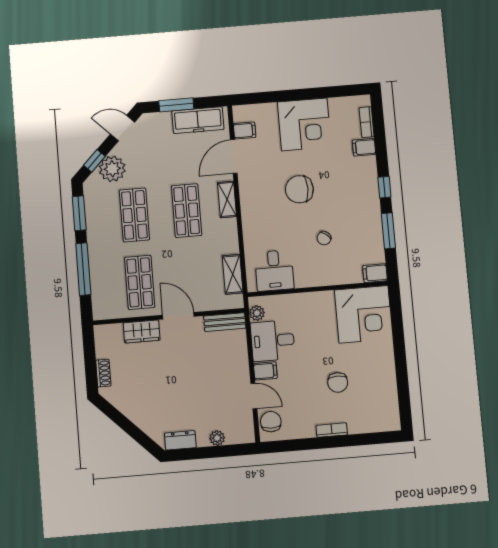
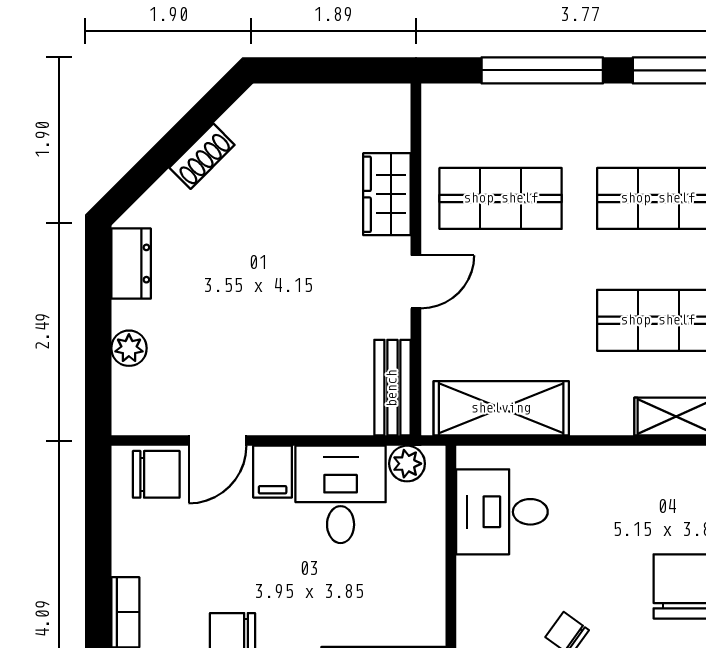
shelving: (233, 274) -> (501, 408), width x1.50, depth x1.33
door: (178, 316) -> (416, 282), width x0.73
shoe rack: (103, 373) -> (202, 156), moved, turned -45

